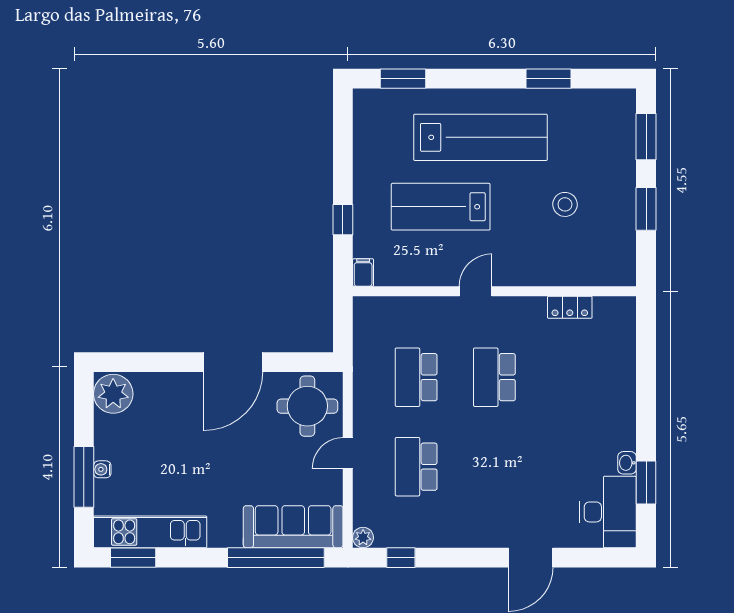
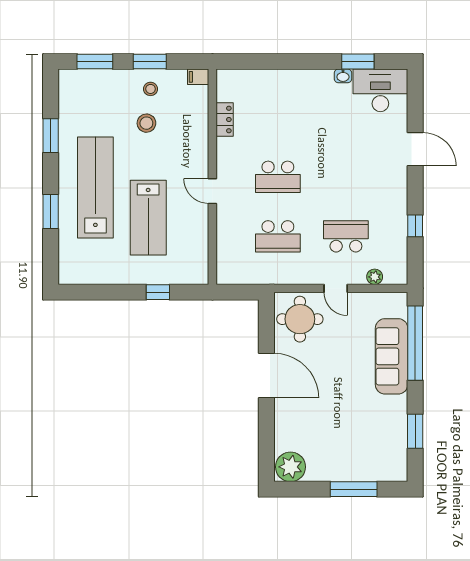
window: (403, 79) -> (51, 211), moved
stool: (610, 210) -> (151, 89), added
filing cabinet: (363, 272) -> (198, 77), moved
school desk: (416, 467) -> (346, 236), turned 180
water cooler: (102, 469) -> (348, 475), removed
sofa: (293, 527) -> (392, 356), moved
kitchen unit: (150, 532) -> (396, 439), removed
plant: (363, 538) -> (375, 277), moved
window: (133, 558) -> (415, 431), moved
window: (401, 558) -> (415, 226), moved

